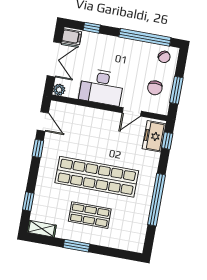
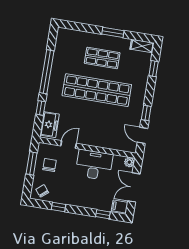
window: (145, 37) -> (59, 207), width x0.32
window: (167, 141) -> (41, 108), moved

